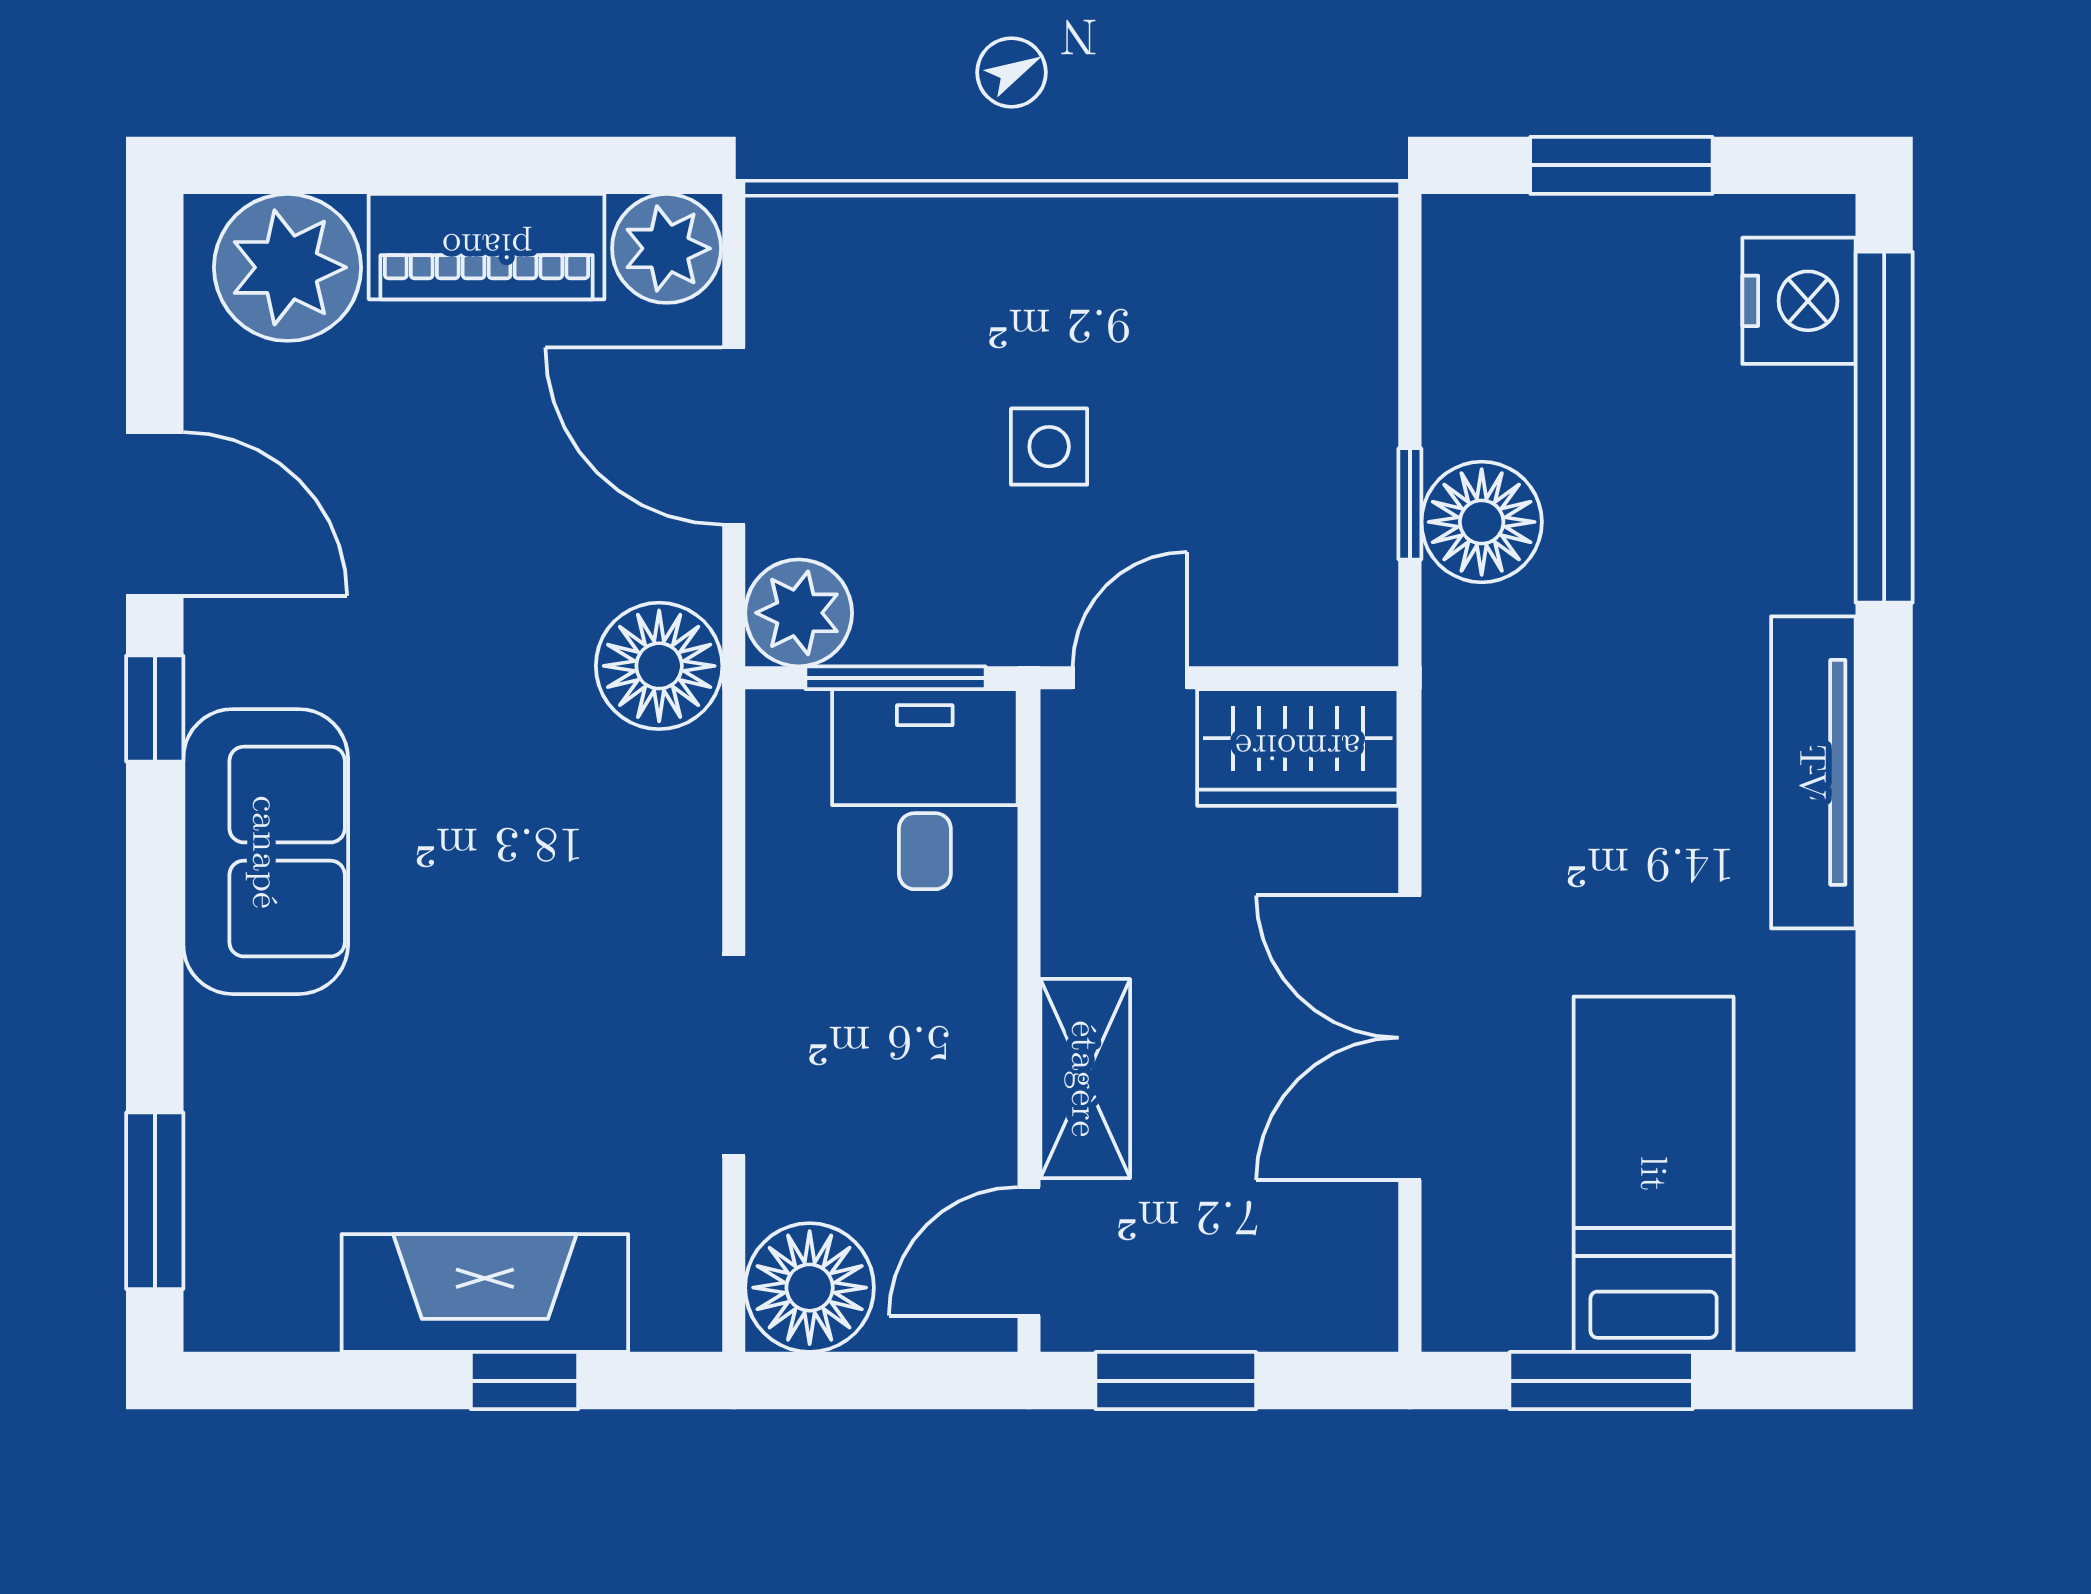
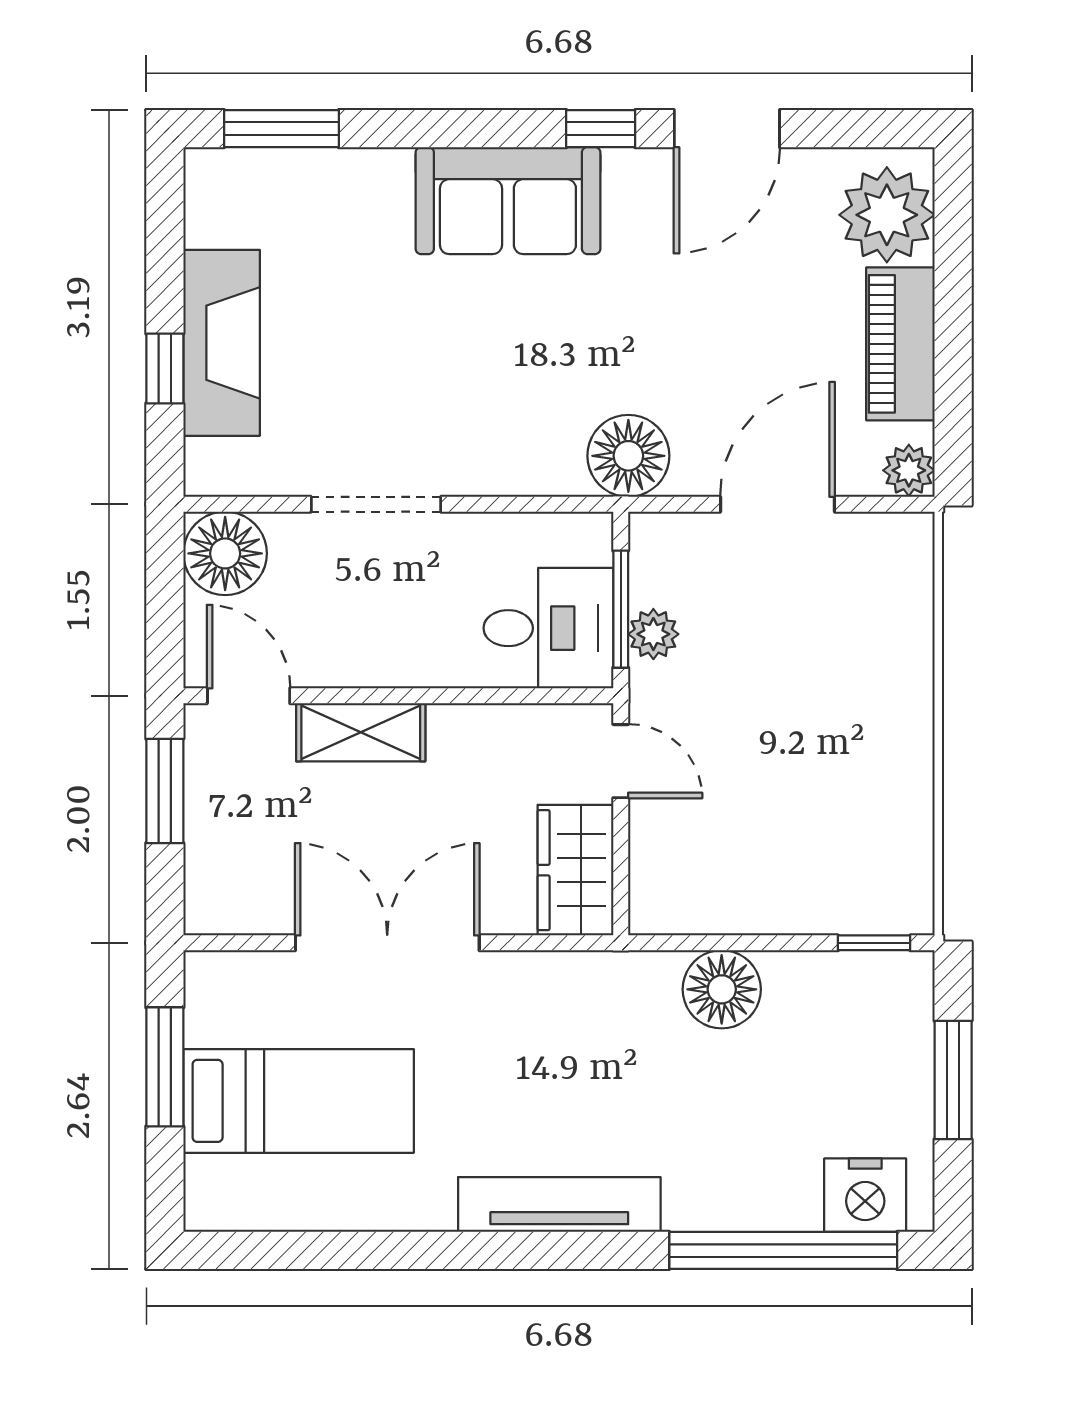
plant: (667, 248) -> (909, 470), width x0.73, depth x0.73
side table: (1049, 447) -> (771, 709), removed
window: (1410, 504) -> (874, 943), moved
plant: (799, 613) -> (653, 634), moved, width x0.73, depth x0.73

